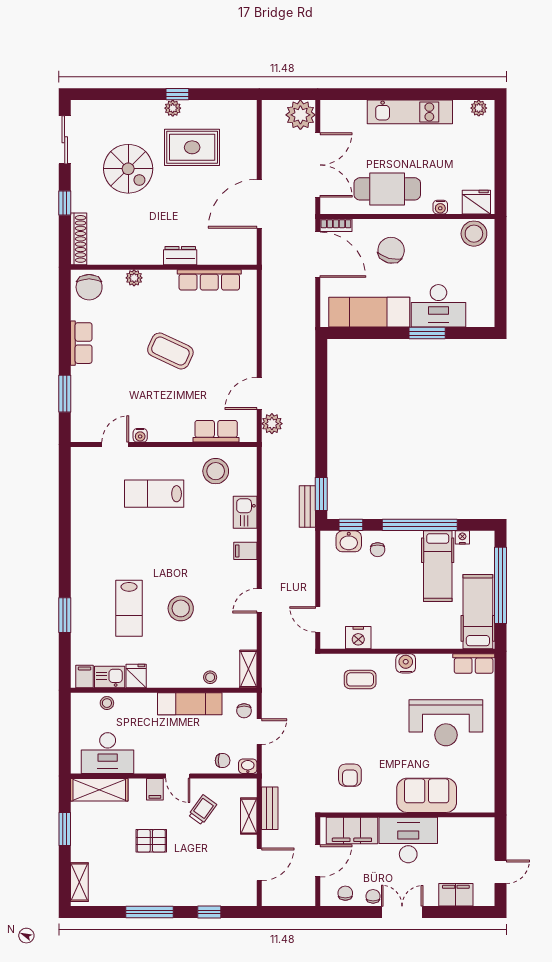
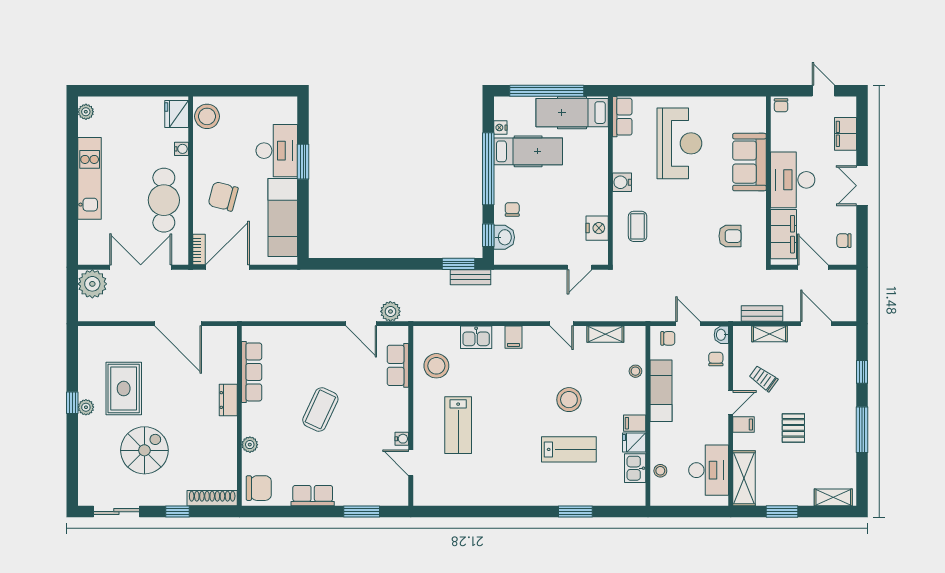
chair: (378, 550) -> (512, 209), turned -90
shelving: (248, 669) -> (605, 334), moved
filing cabinet: (85, 676) -> (635, 423), moved
chair: (373, 896) -> (781, 105), moved, turned -90

